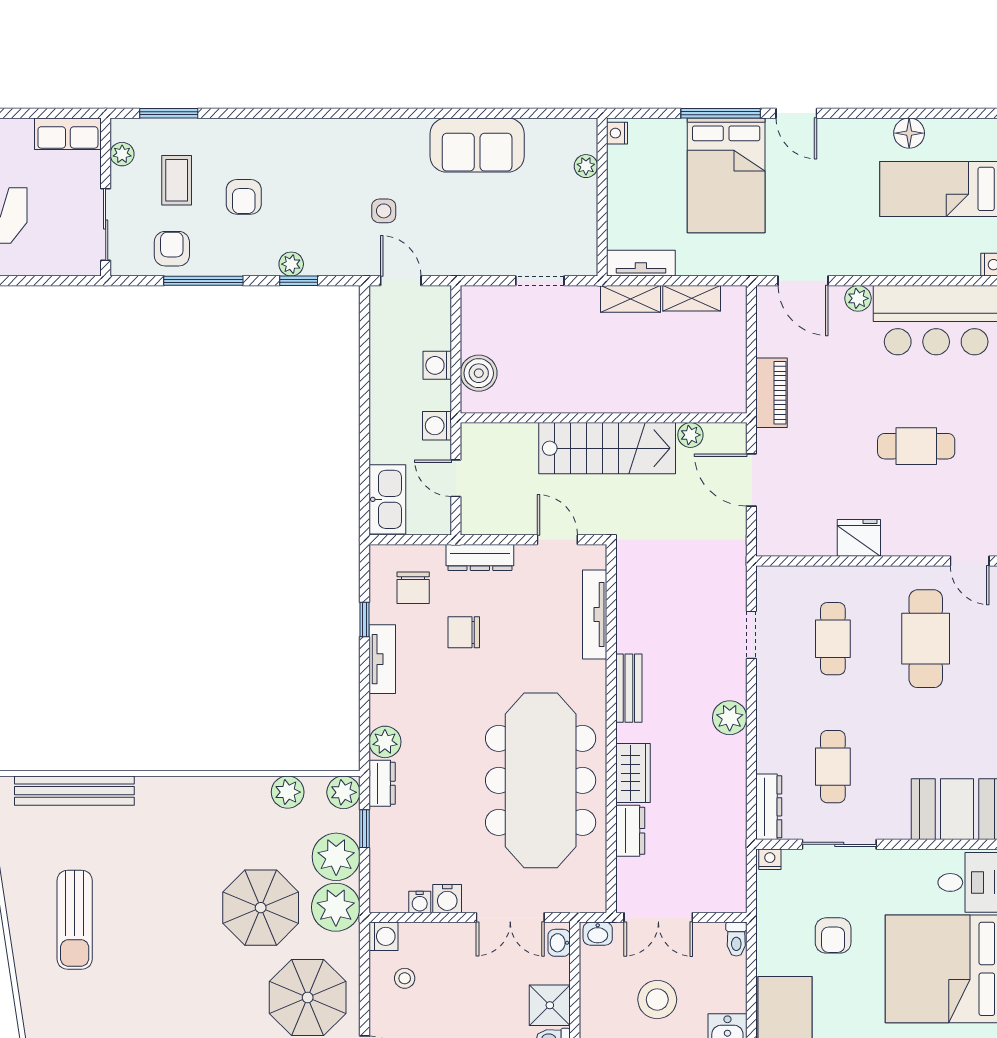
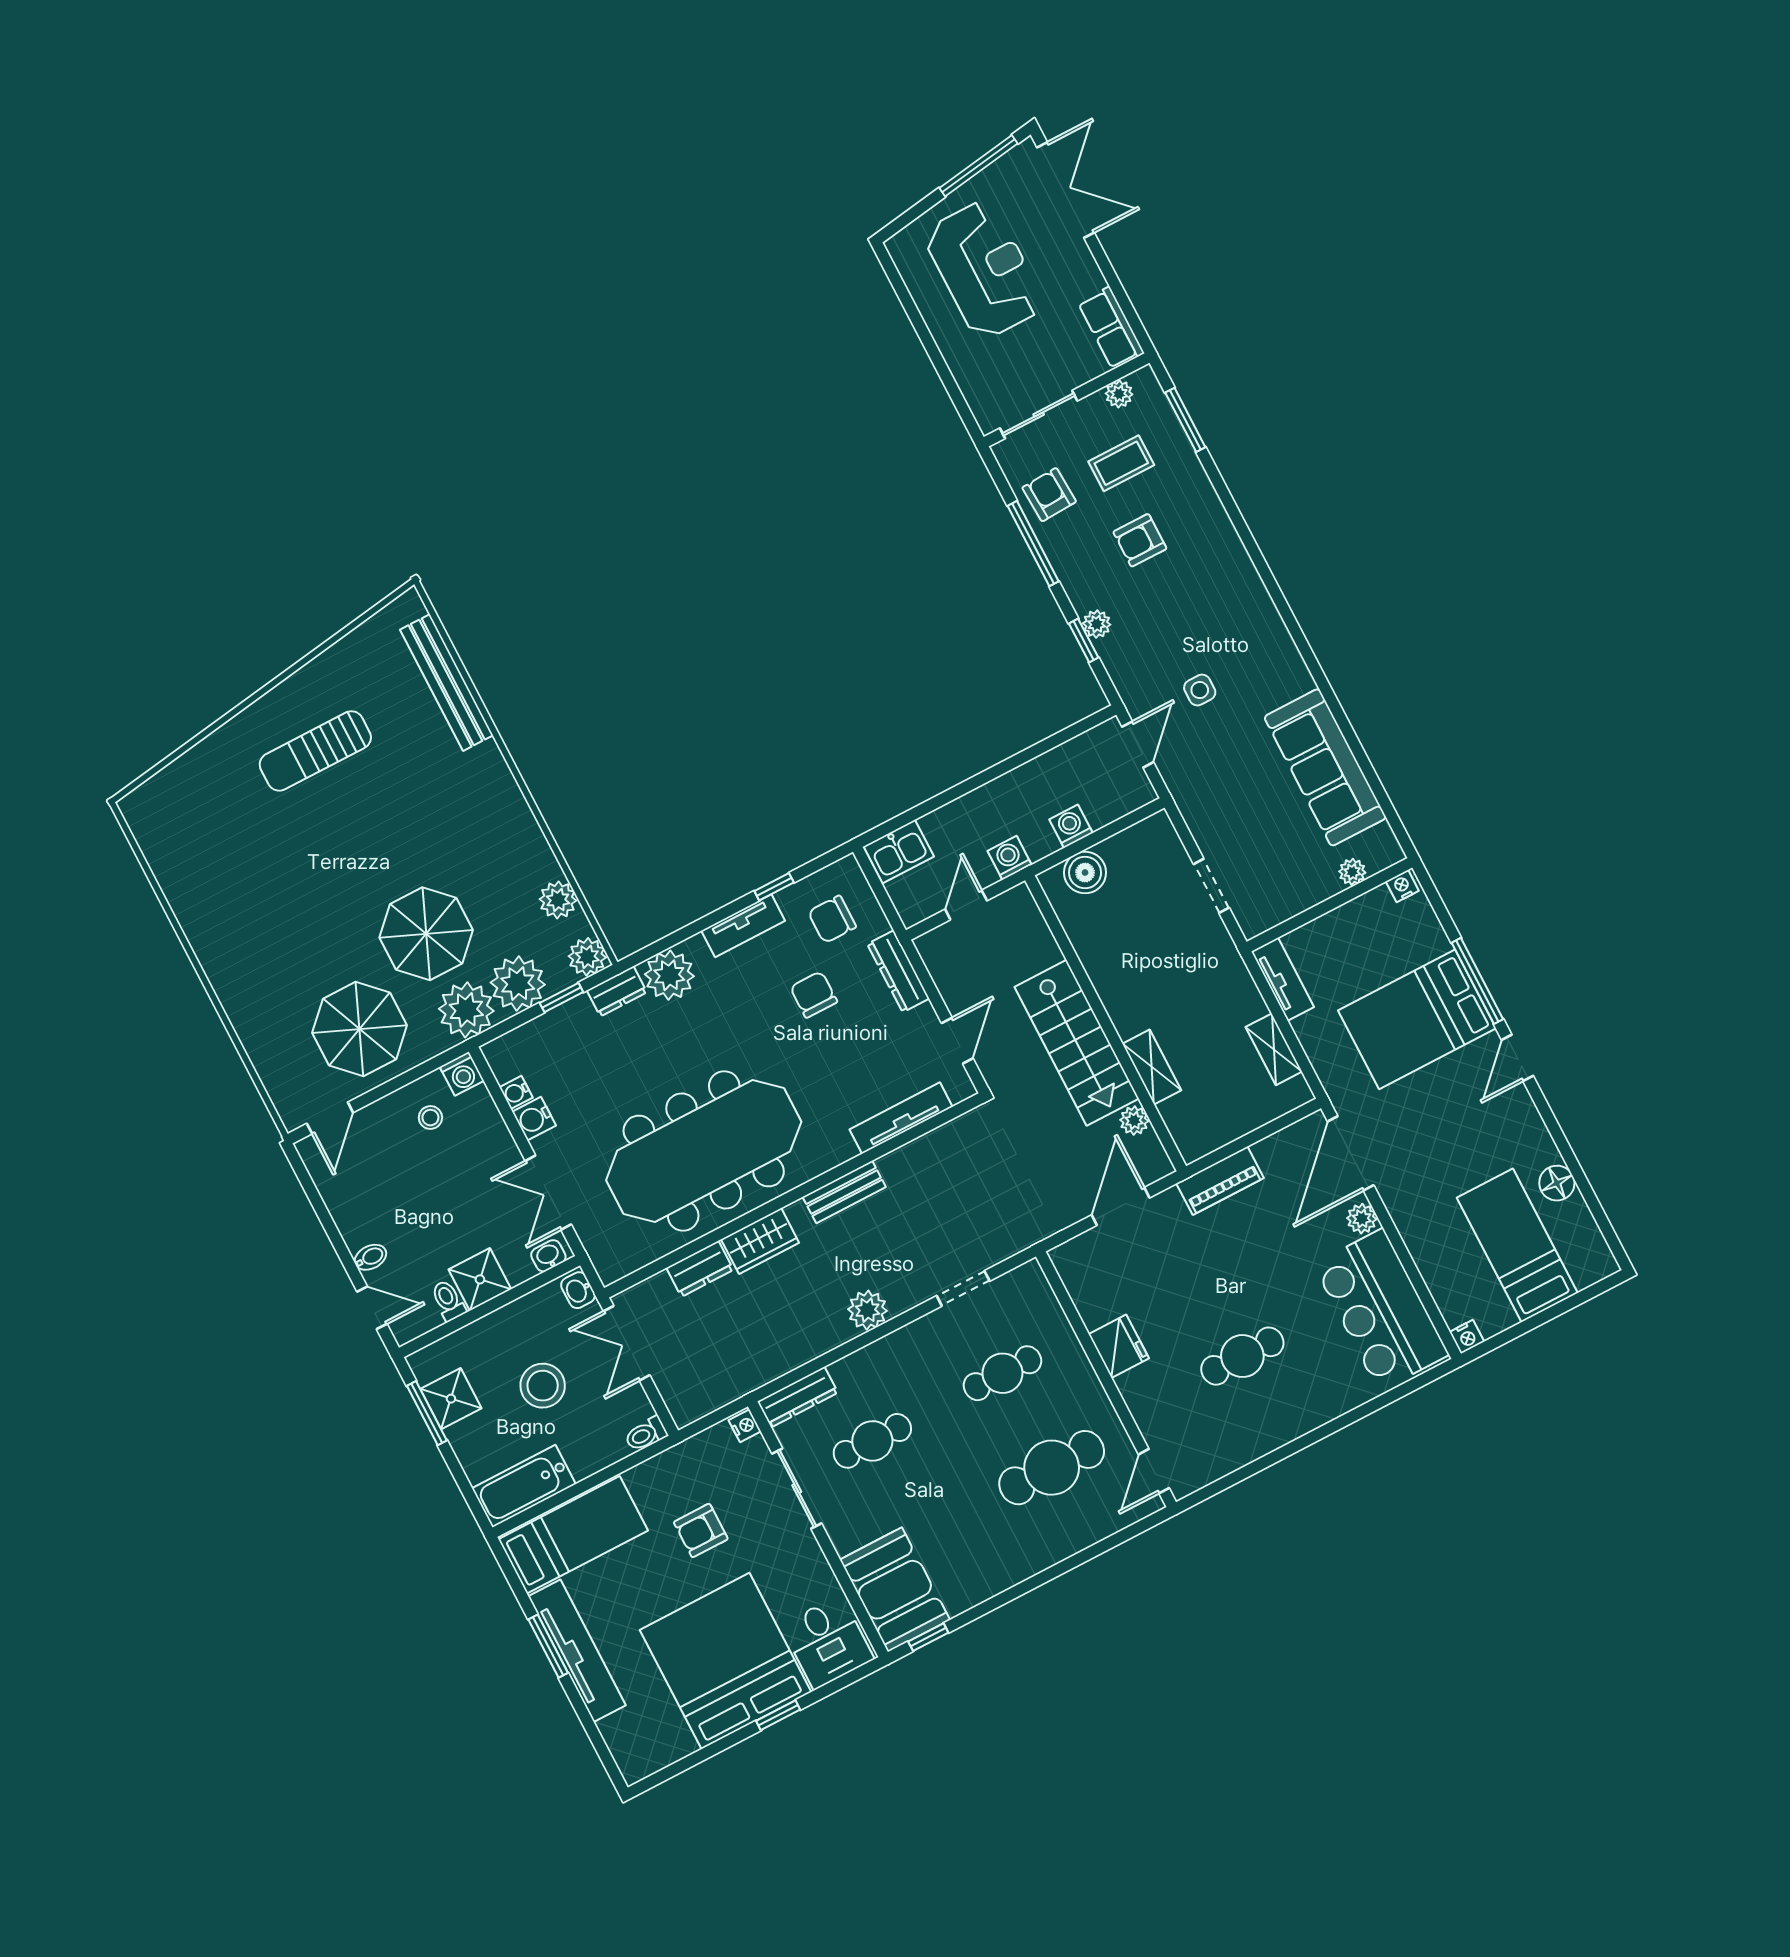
sofa: (477, 145) -> (1325, 767), width x1.36
armchair: (172, 249) -> (1049, 495), turned -93
door: (803, 281) -> (1351, 1153), width x1.36
shelving: (631, 299) -> (1152, 1067), moved
cafe table: (916, 446) -> (1242, 1356), turned 90
kitchen sink: (387, 499) -> (899, 851), width x0.73
plant: (385, 742) -> (669, 975), width x1.36, depth x1.36

